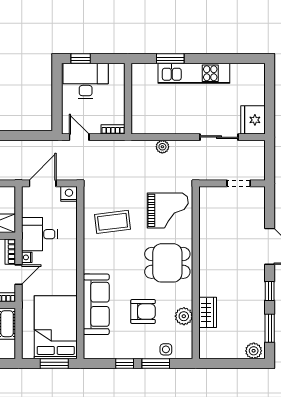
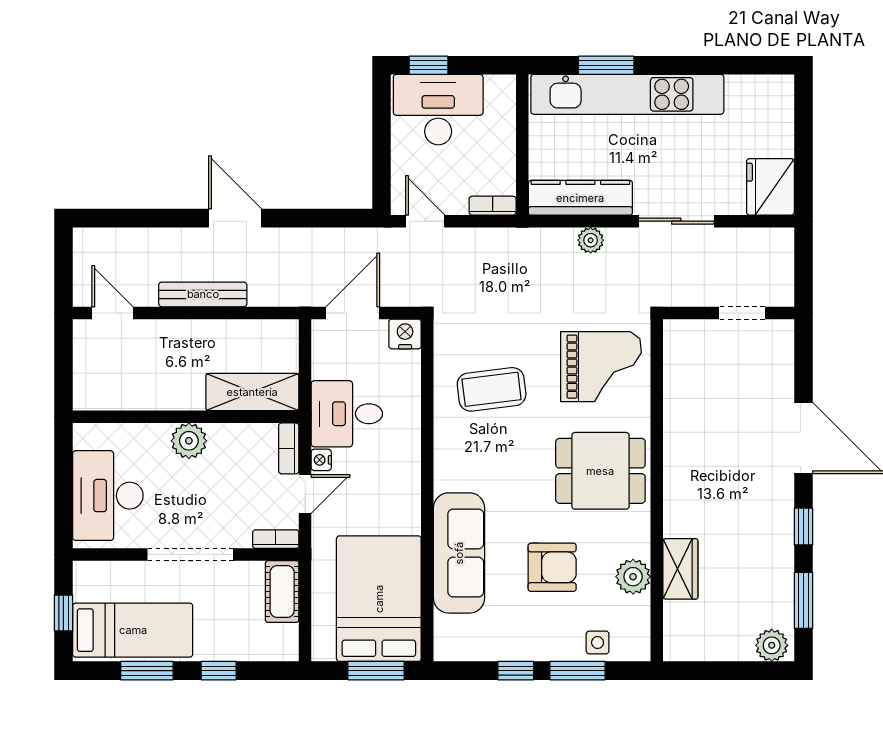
kitchen unit: (194, 73) -> (627, 94), width x1.36
kitchen counter: (157, 125) -> (580, 198), added
sliding door: (219, 137) -> (676, 221), moved

